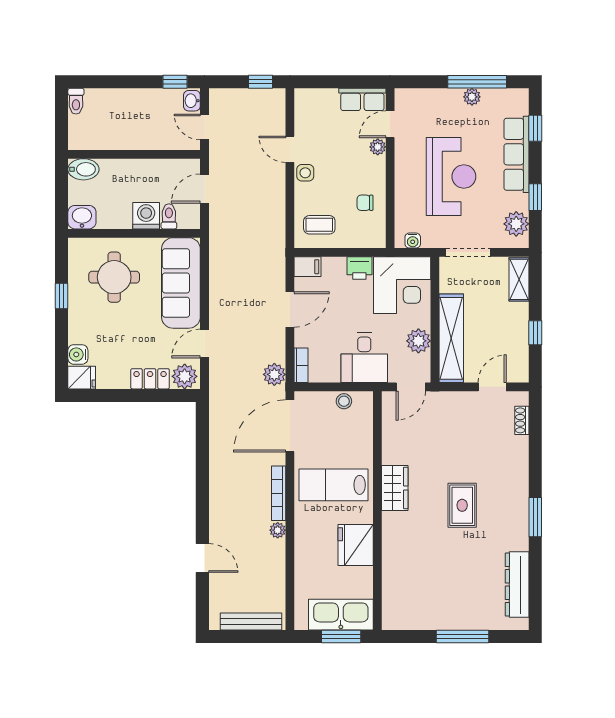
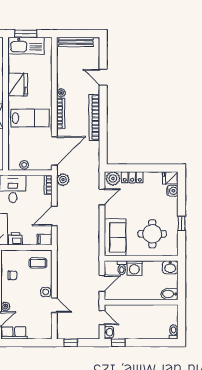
sofa: (181, 283) -> (115, 237), width x0.73
bookcase: (218, 486) -> (94, 117), added

